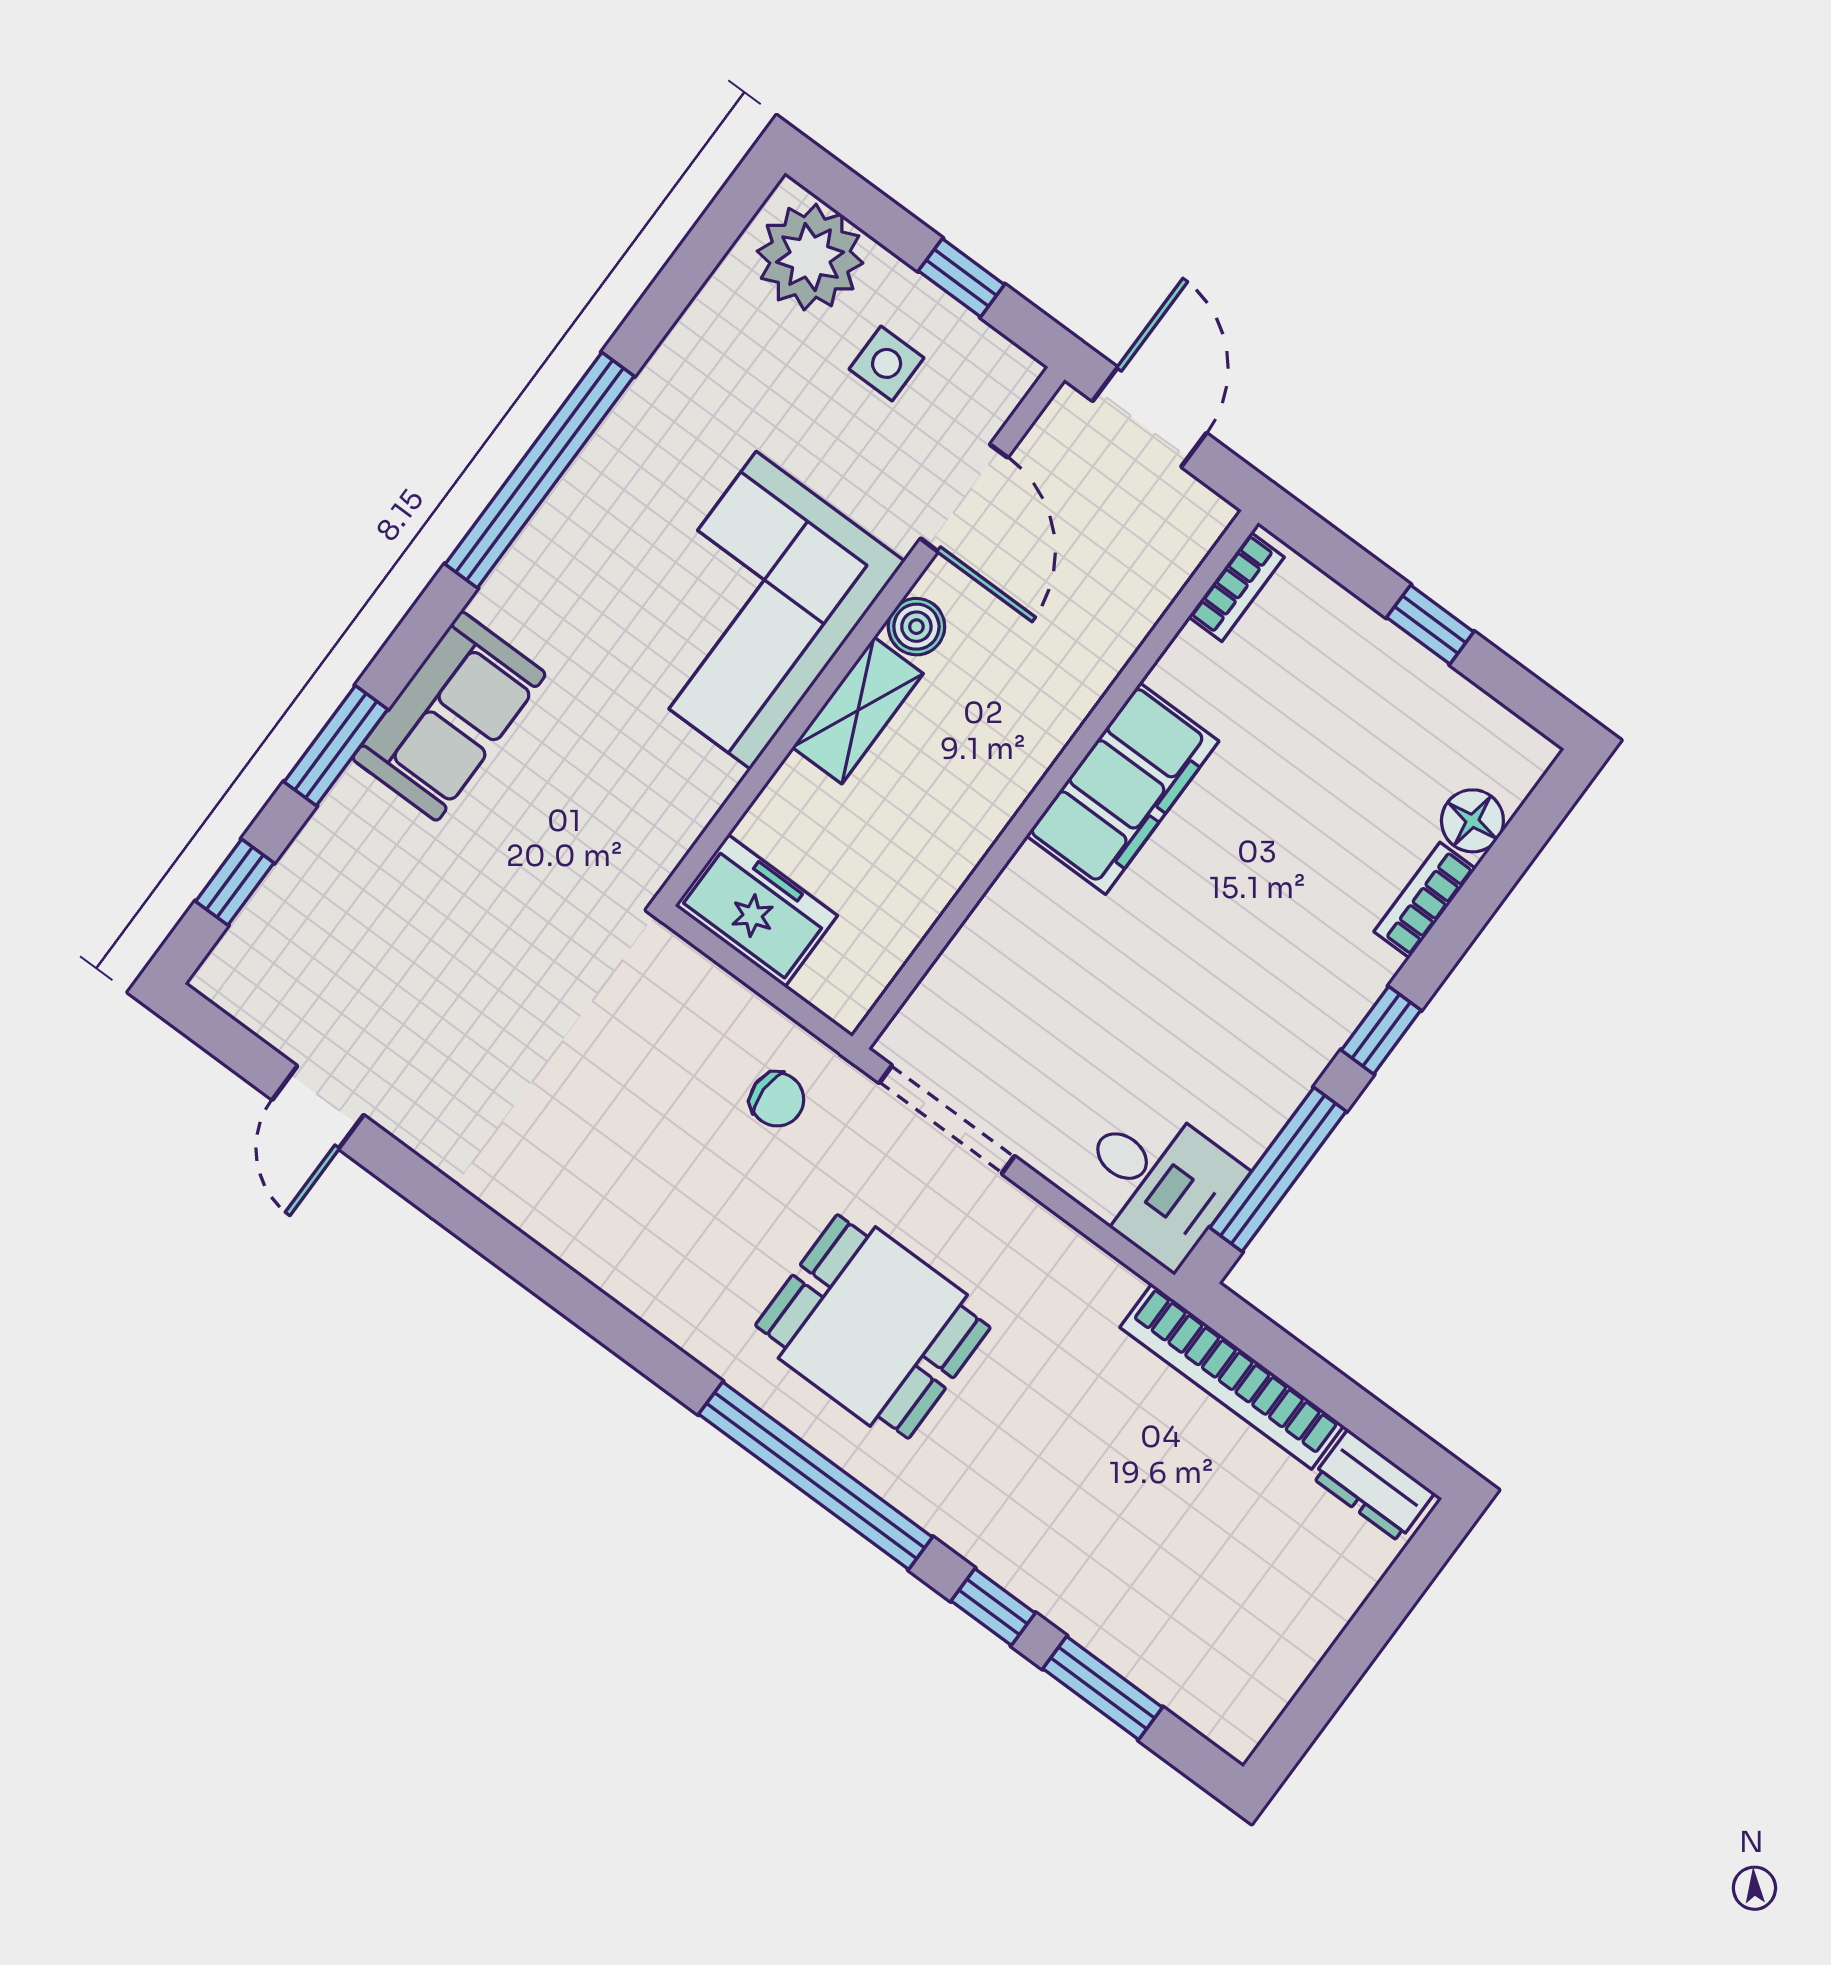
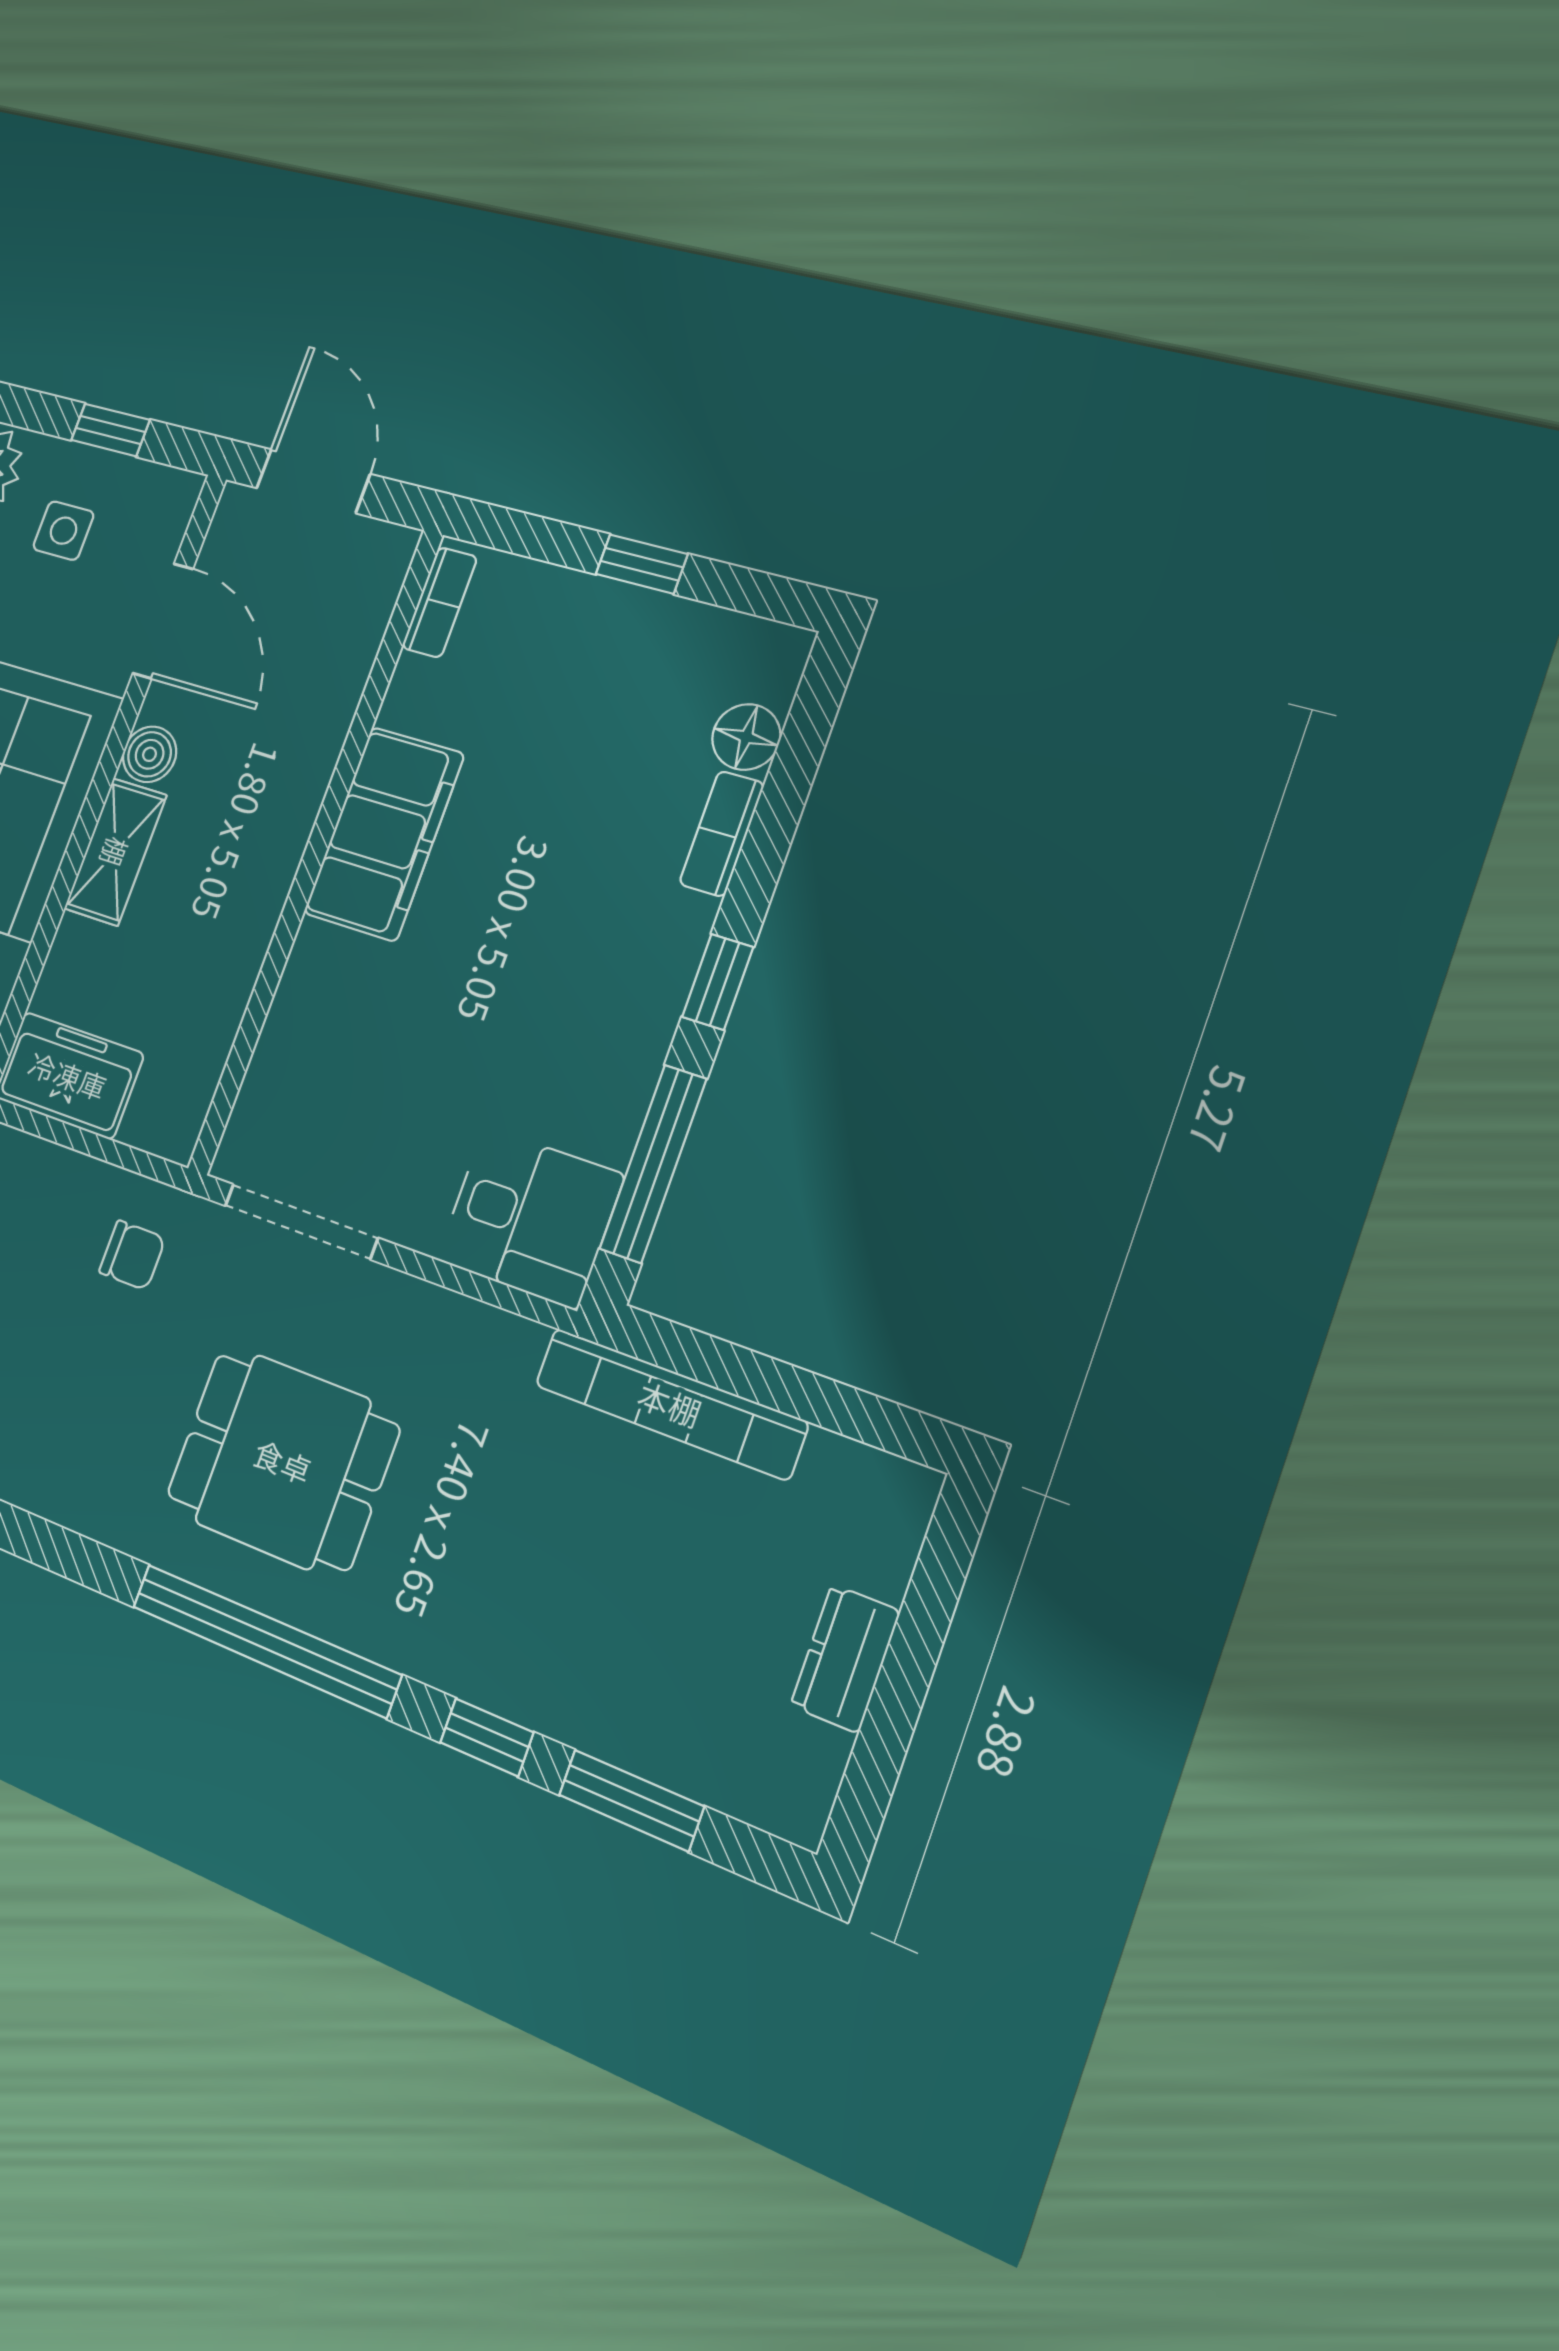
dresser: (1373, 1485) -> (845, 1658), moved, turned 90

